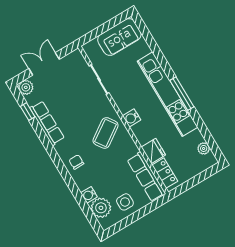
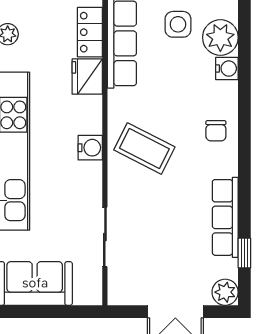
coffee table: (106, 133) -> (144, 148), turned 61

